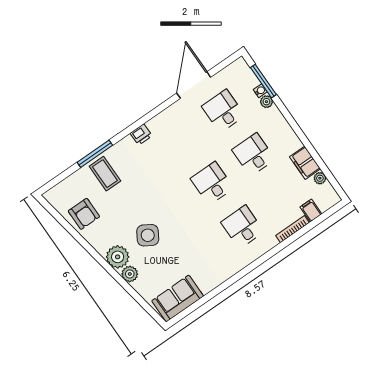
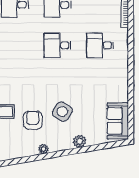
armchair: (84, 214) -> (33, 120), moved, turned -90
plant: (118, 257) -> (43, 149), moved, width x0.53, depth x0.53

